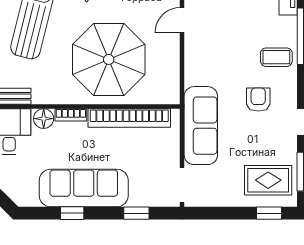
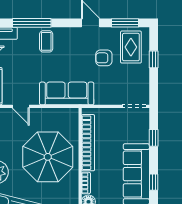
armchair: (258, 100) -> (104, 58), moved
sofa: (201, 126) -> (67, 93), moved
window: (269, 213) -> (154, 59), moved

